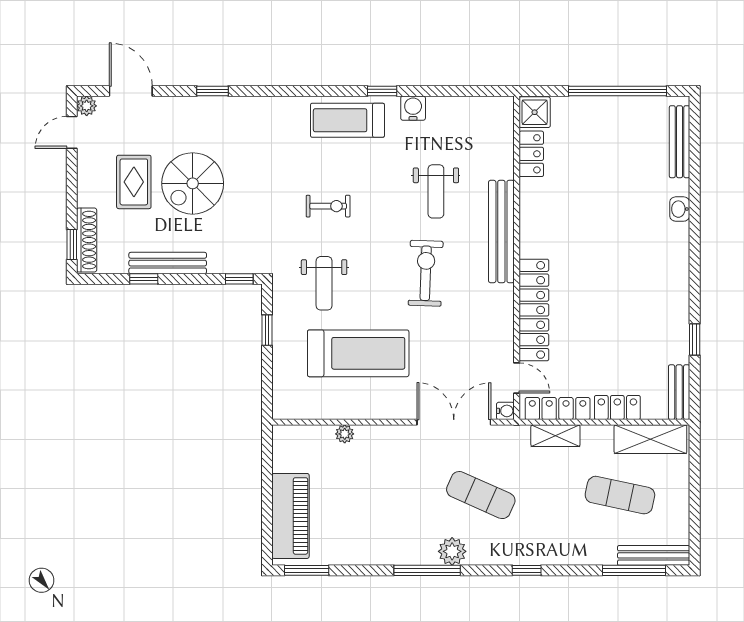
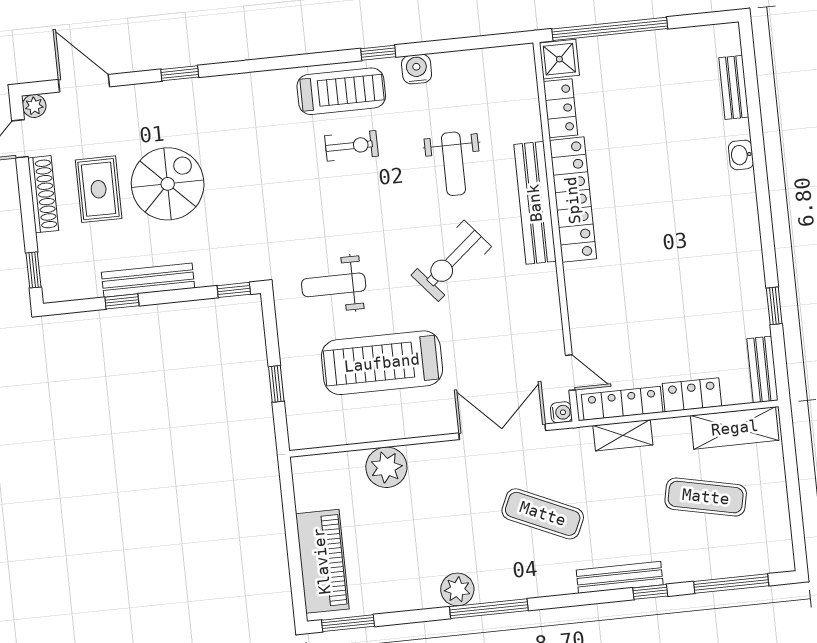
window: (617, 91) -> (610, 29), moved
treadmill: (347, 120) -> (341, 91), turned 180
bench: (680, 142) -> (734, 87), width x0.73
spiral stairs: (193, 183) -> (168, 184), turned 180
exercise bike: (328, 206) -> (352, 146), moved
shoe rack: (87, 240) -> (43, 194), moved
exercise bike: (426, 273) -> (451, 261), turned -132
weight bench: (324, 283) -> (334, 285), turned 90
locker: (534, 310) -> (573, 200), moved
window: (267, 330) -> (276, 384), moved
treadmill: (358, 353) -> (382, 363), turned 180
plant: (345, 434) -> (386, 467), width x1.88, depth x1.88
plant: (452, 551) -> (457, 589), moved
bench: (654, 555) -> (620, 577), moved
window: (527, 570) -> (650, 592), moved

